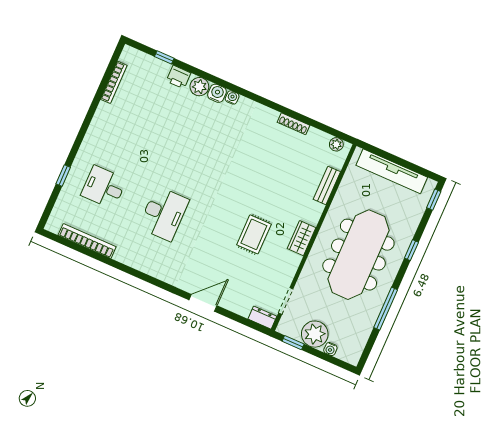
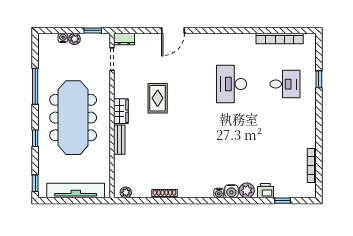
bench: (327, 185) -> (119, 140), moved
plant: (315, 334) -> (74, 39), width x0.53, depth x0.53

